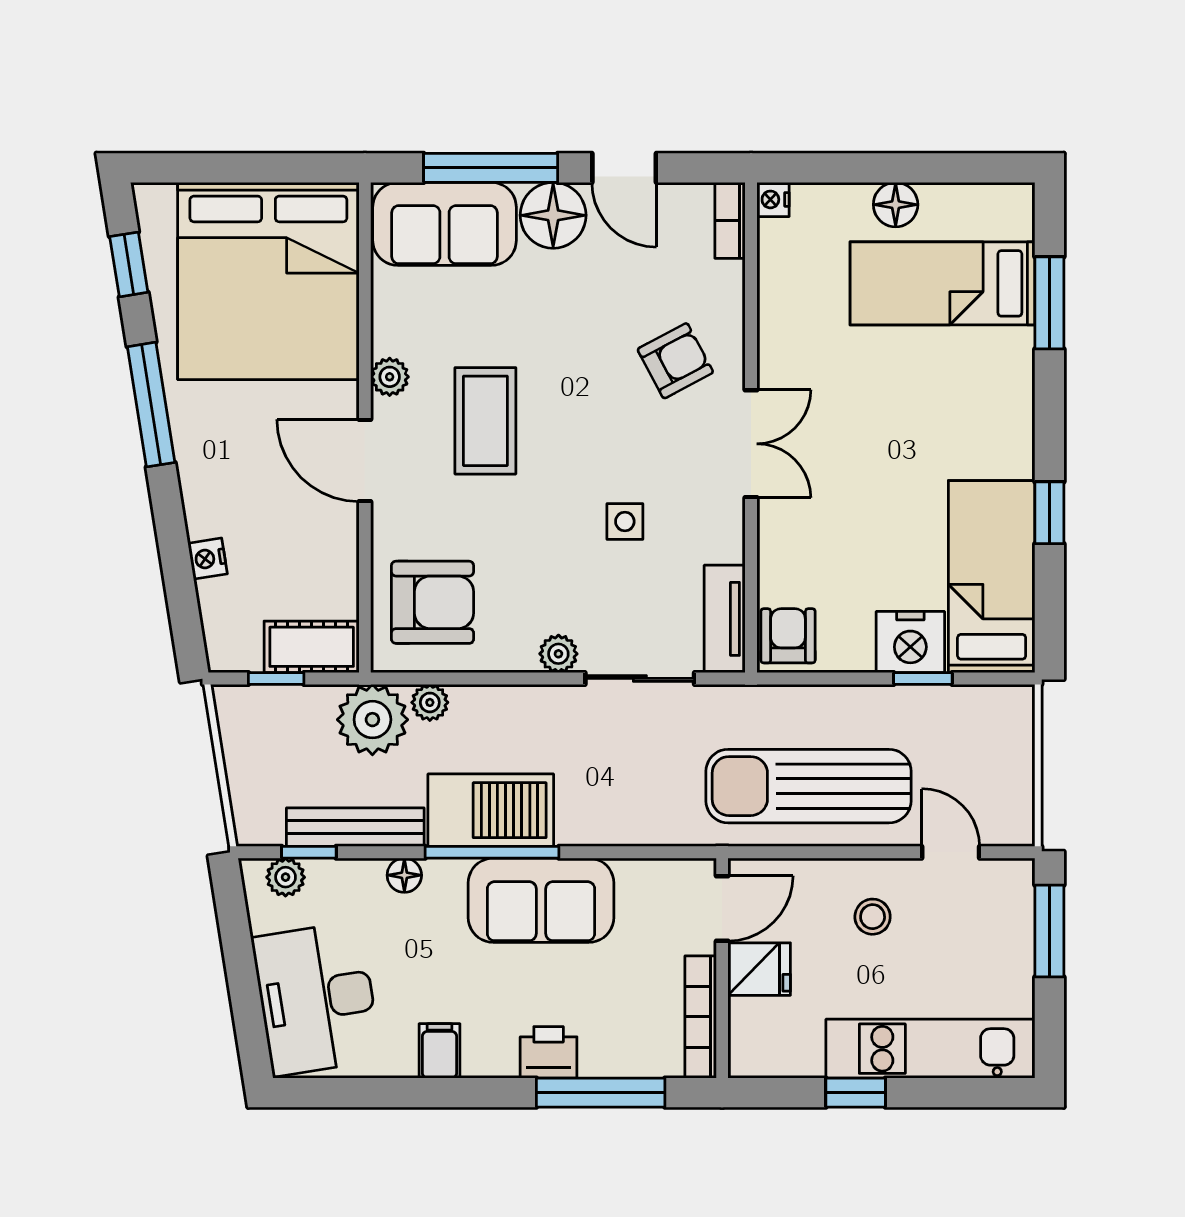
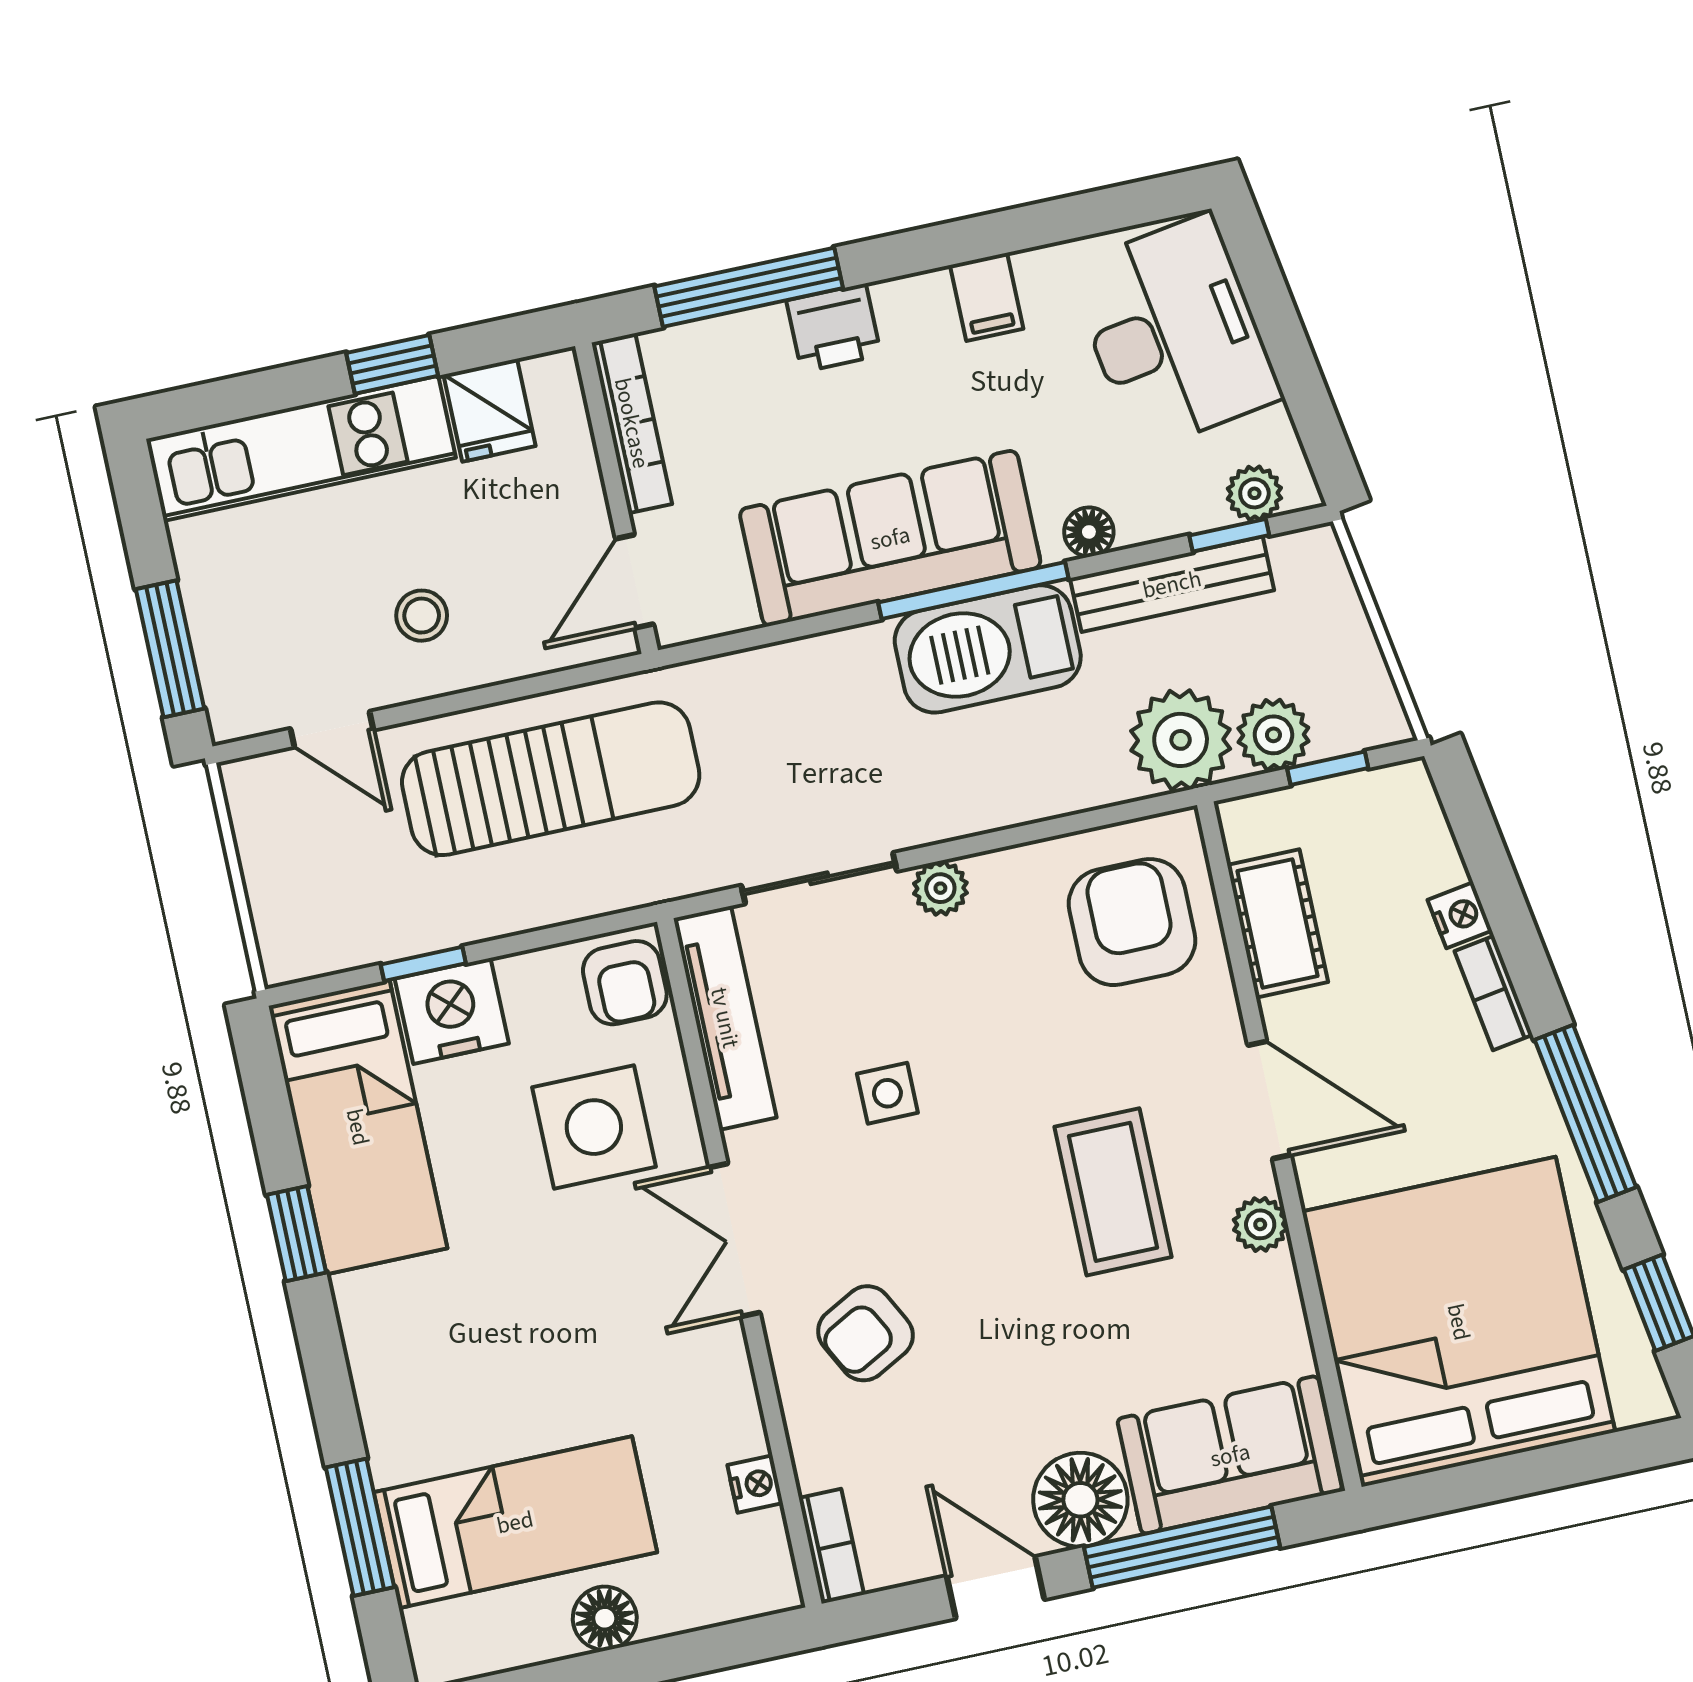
nightstand: (773, 199) -> (755, 1484), moved
bookcase: (196, 500) -> (1493, 993), added
side table: (830, 542) -> (594, 1127), added
armchair: (433, 602) -> (1132, 922), turned 90
tv unit: (725, 619) -> (725, 1018), width x1.41
cot: (312, 647) -> (1278, 923), moved, turned 90
plant: (430, 702) -> (1273, 735), moved, width x1.38, depth x1.38
sofa: (541, 900) -> (890, 538), width x1.36
fridge: (759, 969) -> (490, 410), moved, turned -90

